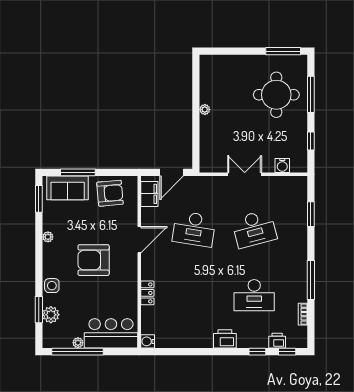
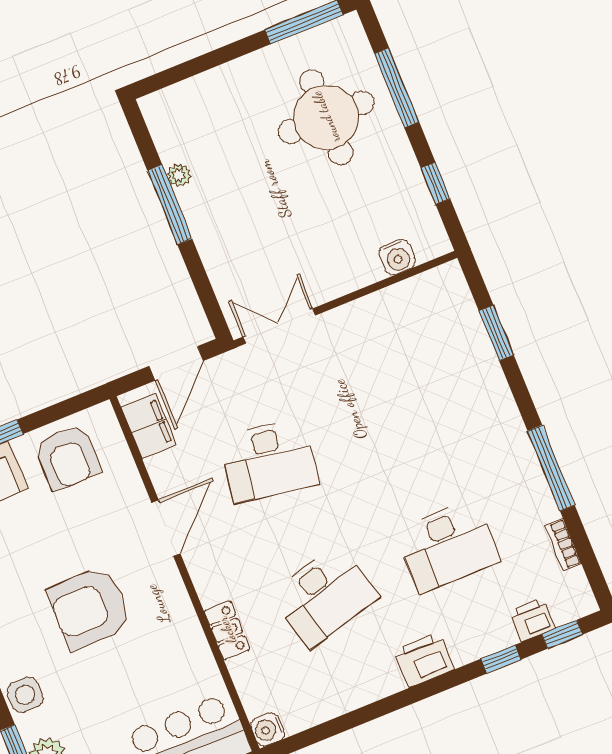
window: (196, 105) -> (170, 205), added
plant: (205, 109) -> (179, 175), moved
double door: (245, 174) -> (279, 326), moved
armchair: (110, 193) -> (67, 457), turned 95
desk: (254, 229) -> (324, 596), moved

